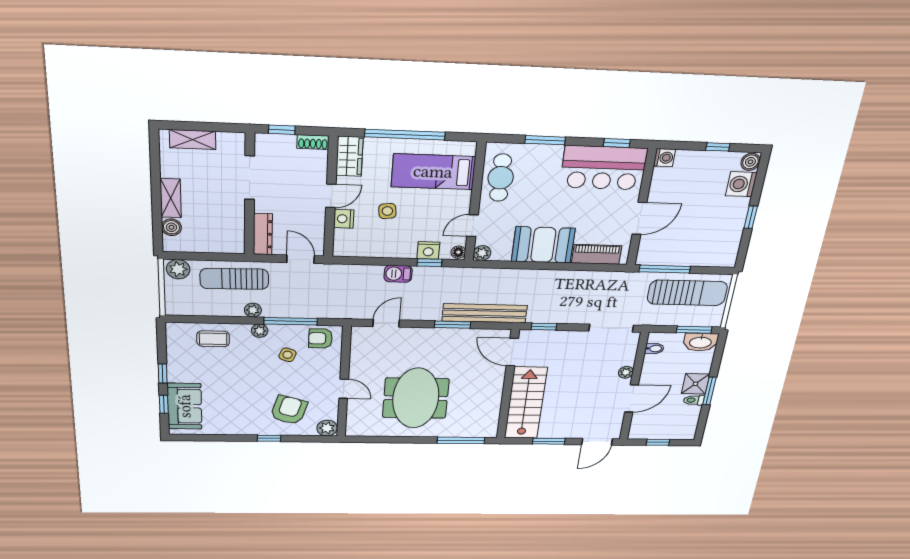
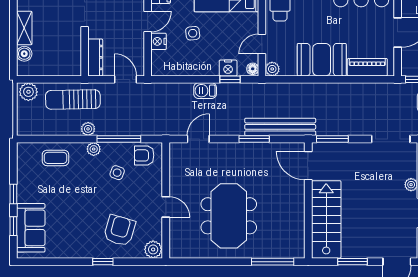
window: (544, 327) -> (332, 139), width x1.50

